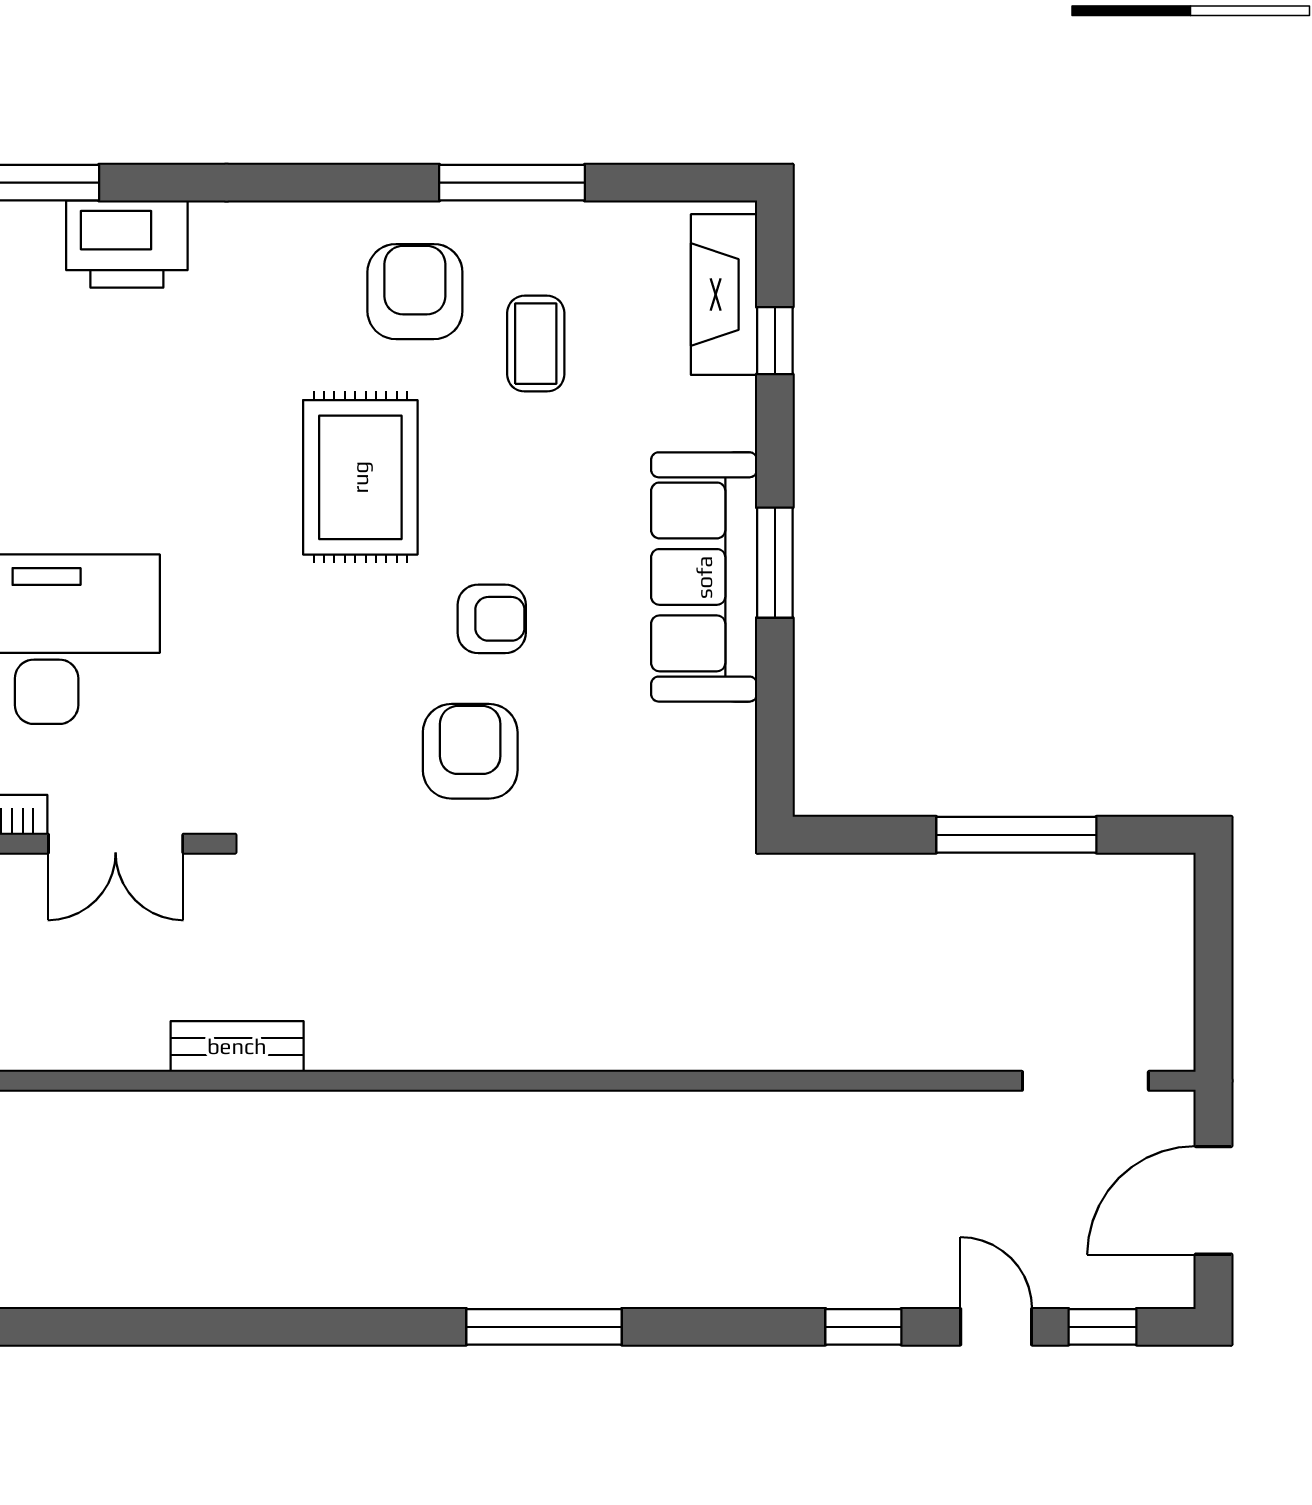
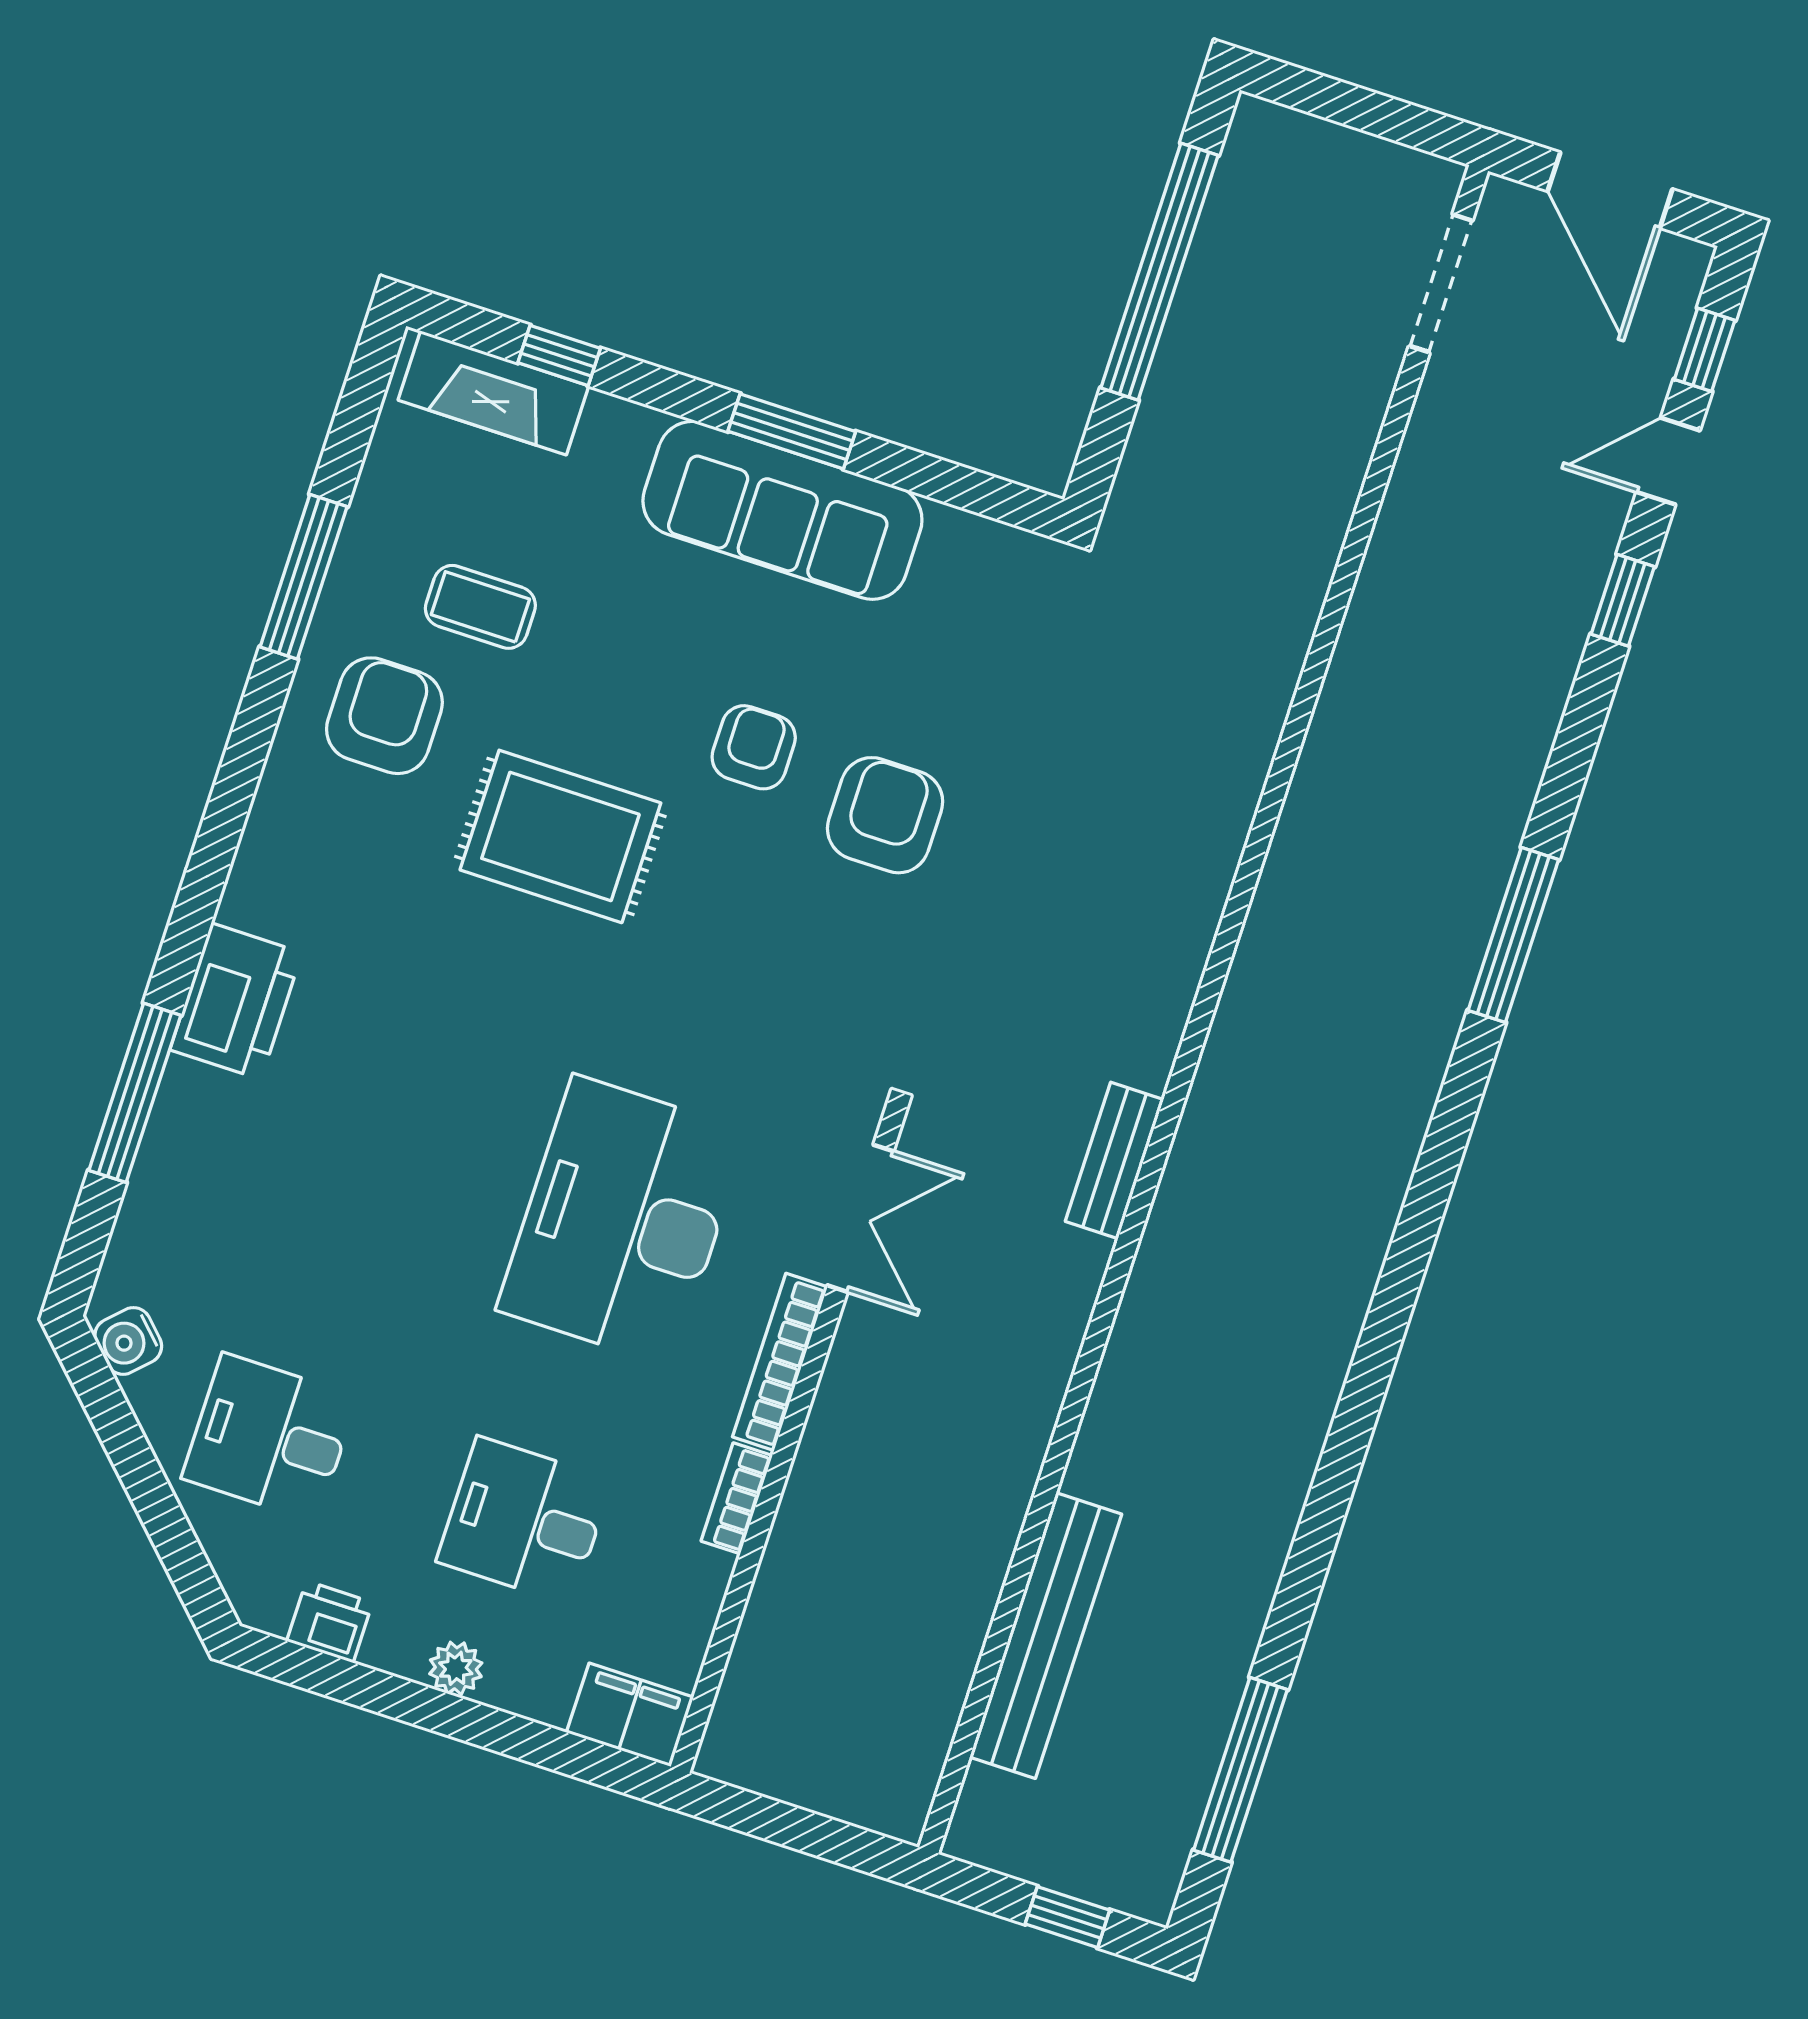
armchair: (415, 292) -> (384, 716), turned 90
armchair: (470, 751) -> (885, 815), turned 90
window: (1016, 835) -> (1160, 272), width x1.46

